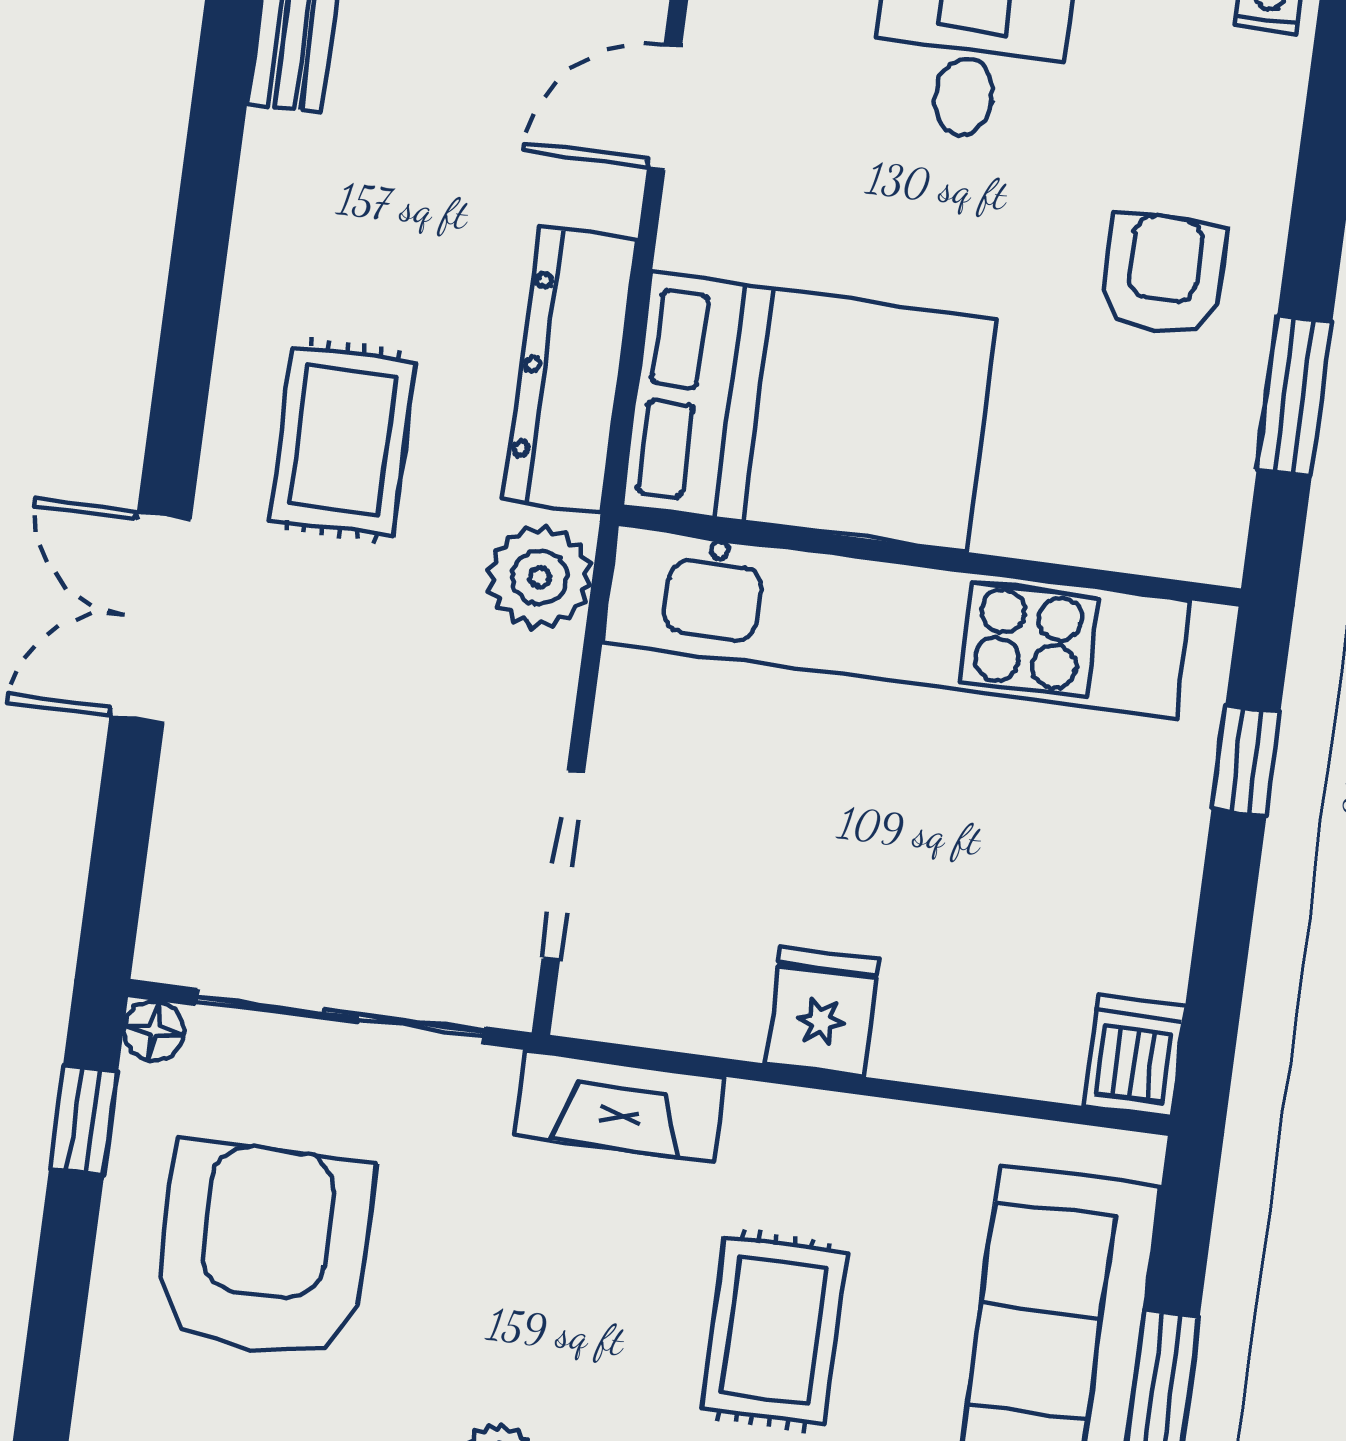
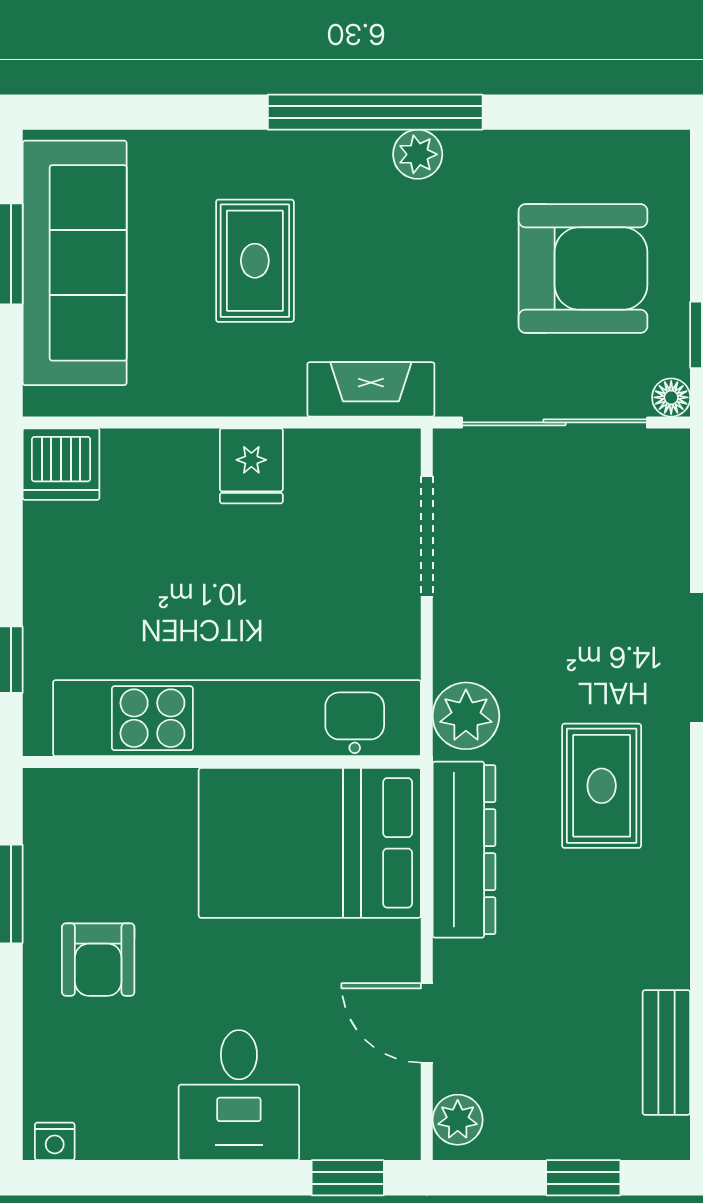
door: (664, 107) -> (427, 1023), swing flipped
dishwasher: (1134, 1056) -> (61, 464), width x1.38
armchair: (264, 1250) -> (583, 269), turned -90

